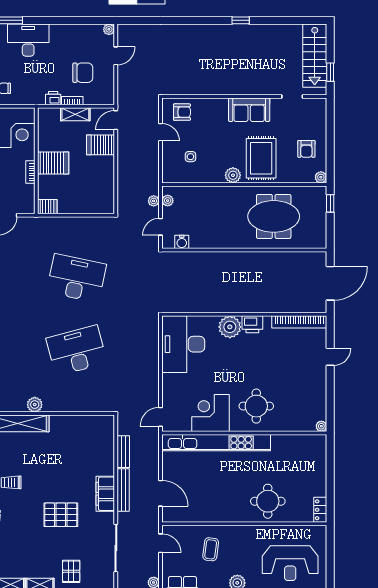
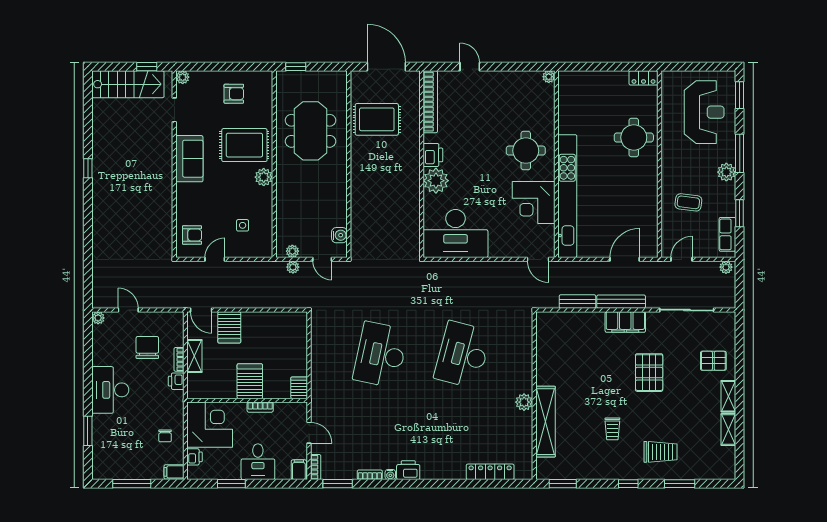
desk: (28, 40) -> (110, 390), moved
armchair: (182, 112) -> (192, 235), turned 90
plant: (321, 177) -> (183, 77), moved
rug: (284, 275) -> (377, 119), added
desk: (76, 350) -> (463, 355), turned 30

